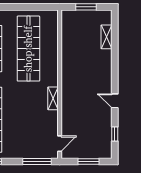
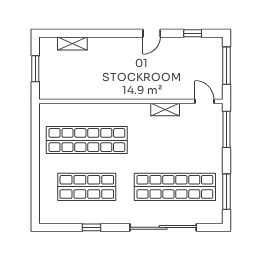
shelving: (53, 98) -> (165, 110), moved
window: (89, 161) -> (227, 66), width x1.44

